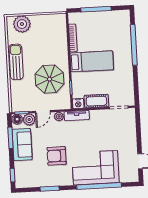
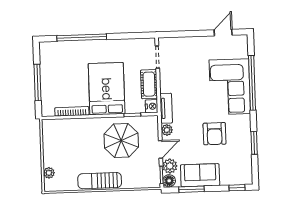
plant: (22, 24) -> (49, 173), width x0.53, depth x0.53
bed: (92, 61) -> (107, 89), width x1.50
door: (43, 112) -> (161, 149), hinge flipped

